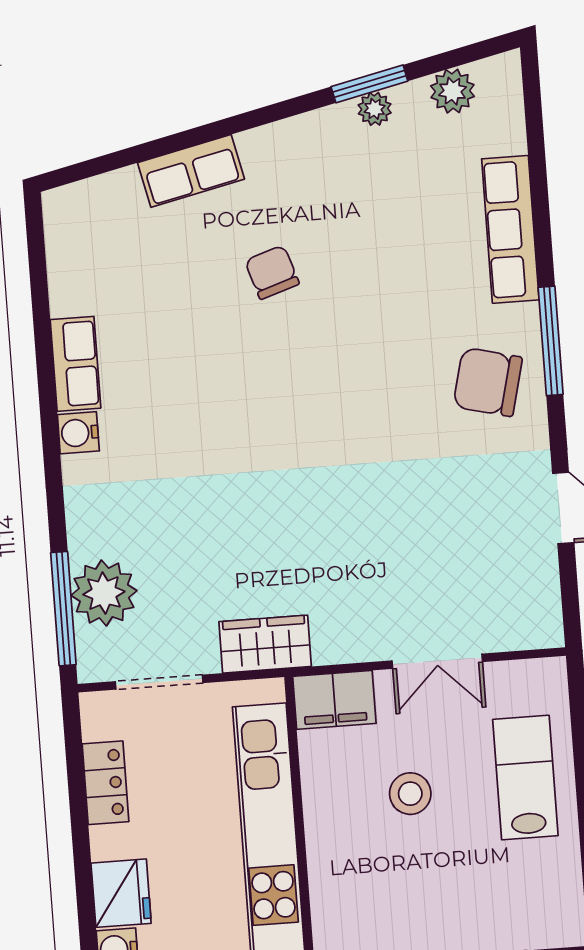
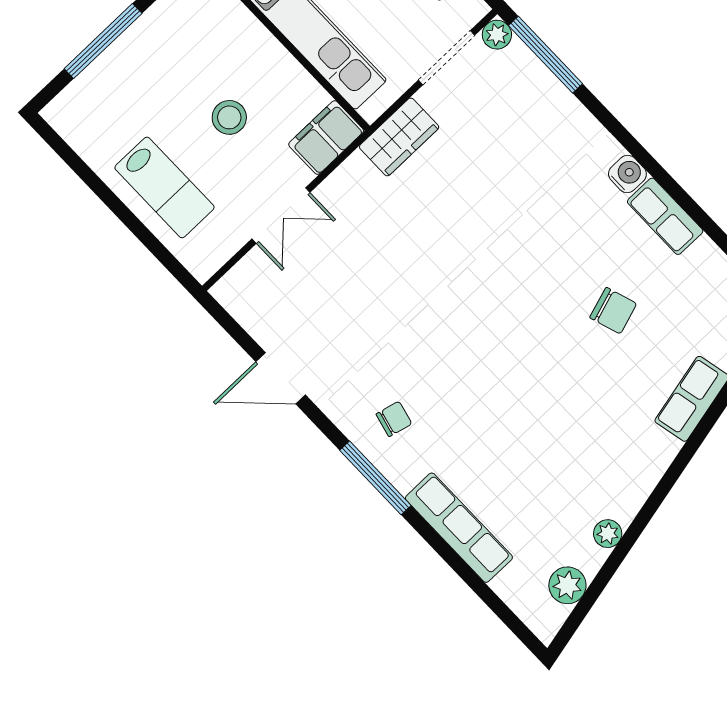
window: (369, 84) -> (624, 547), removed
chair: (272, 272) -> (613, 311), moved
chair: (488, 382) -> (394, 419), width x0.54, depth x0.54
plant: (104, 593) -> (497, 35), moved, width x0.53, depth x0.53
double door: (437, 661) -> (281, 216), swing flipped

